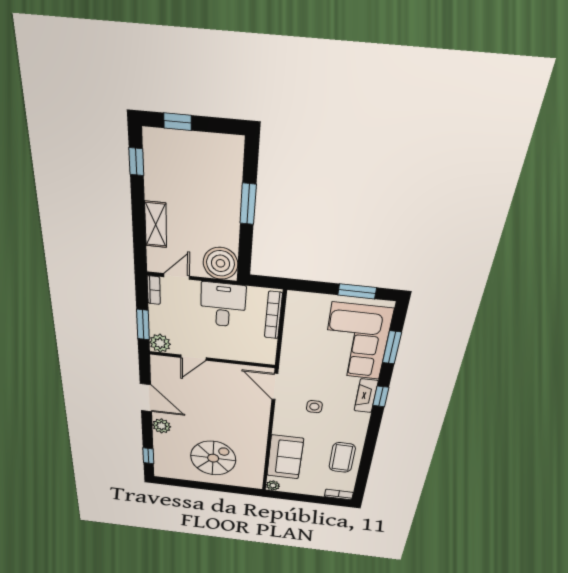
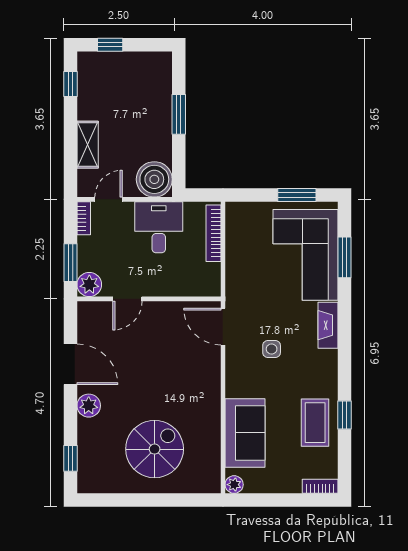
window: (381, 396) -> (345, 415), moved

